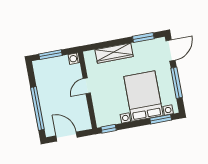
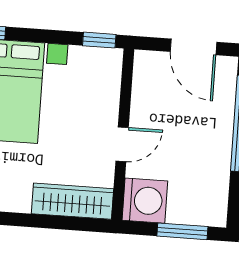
wardrobe: (114, 53) -> (73, 201), moved
washing machine: (74, 59) -> (145, 201), width x1.89, depth x1.89

